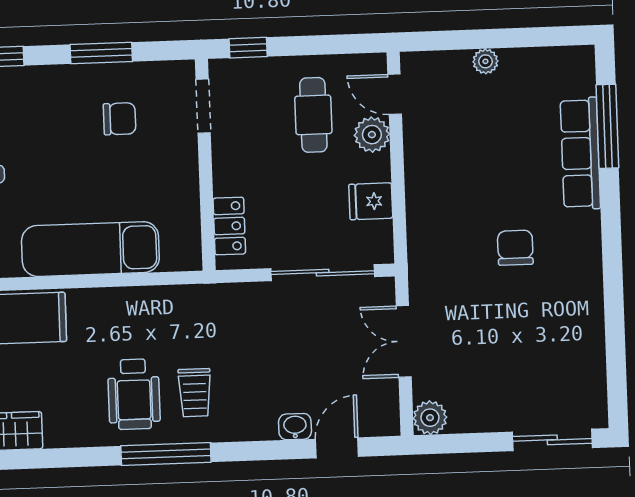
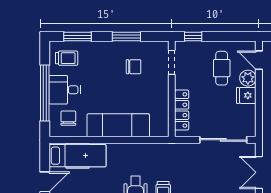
fridge: (371, 201) -> (246, 95), moved
locker: (229, 226) -> (182, 110), width x1.53

